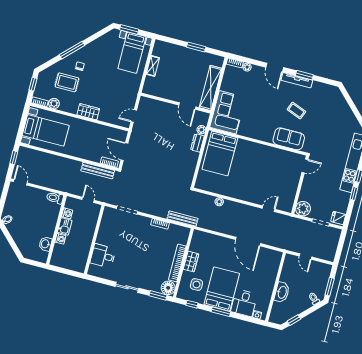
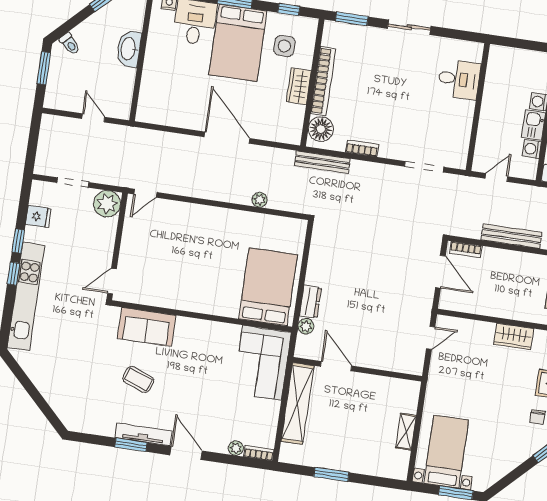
bench: (98, 171) -> (512, 236), moved
door: (88, 200) -> (497, 177), swing flipped
door: (269, 209) -> (145, 193), moved
fridge: (338, 218) -> (38, 217), moved
door: (248, 242) -> (227, 138), moved
floor lamp: (168, 288) -> (321, 129), moved

